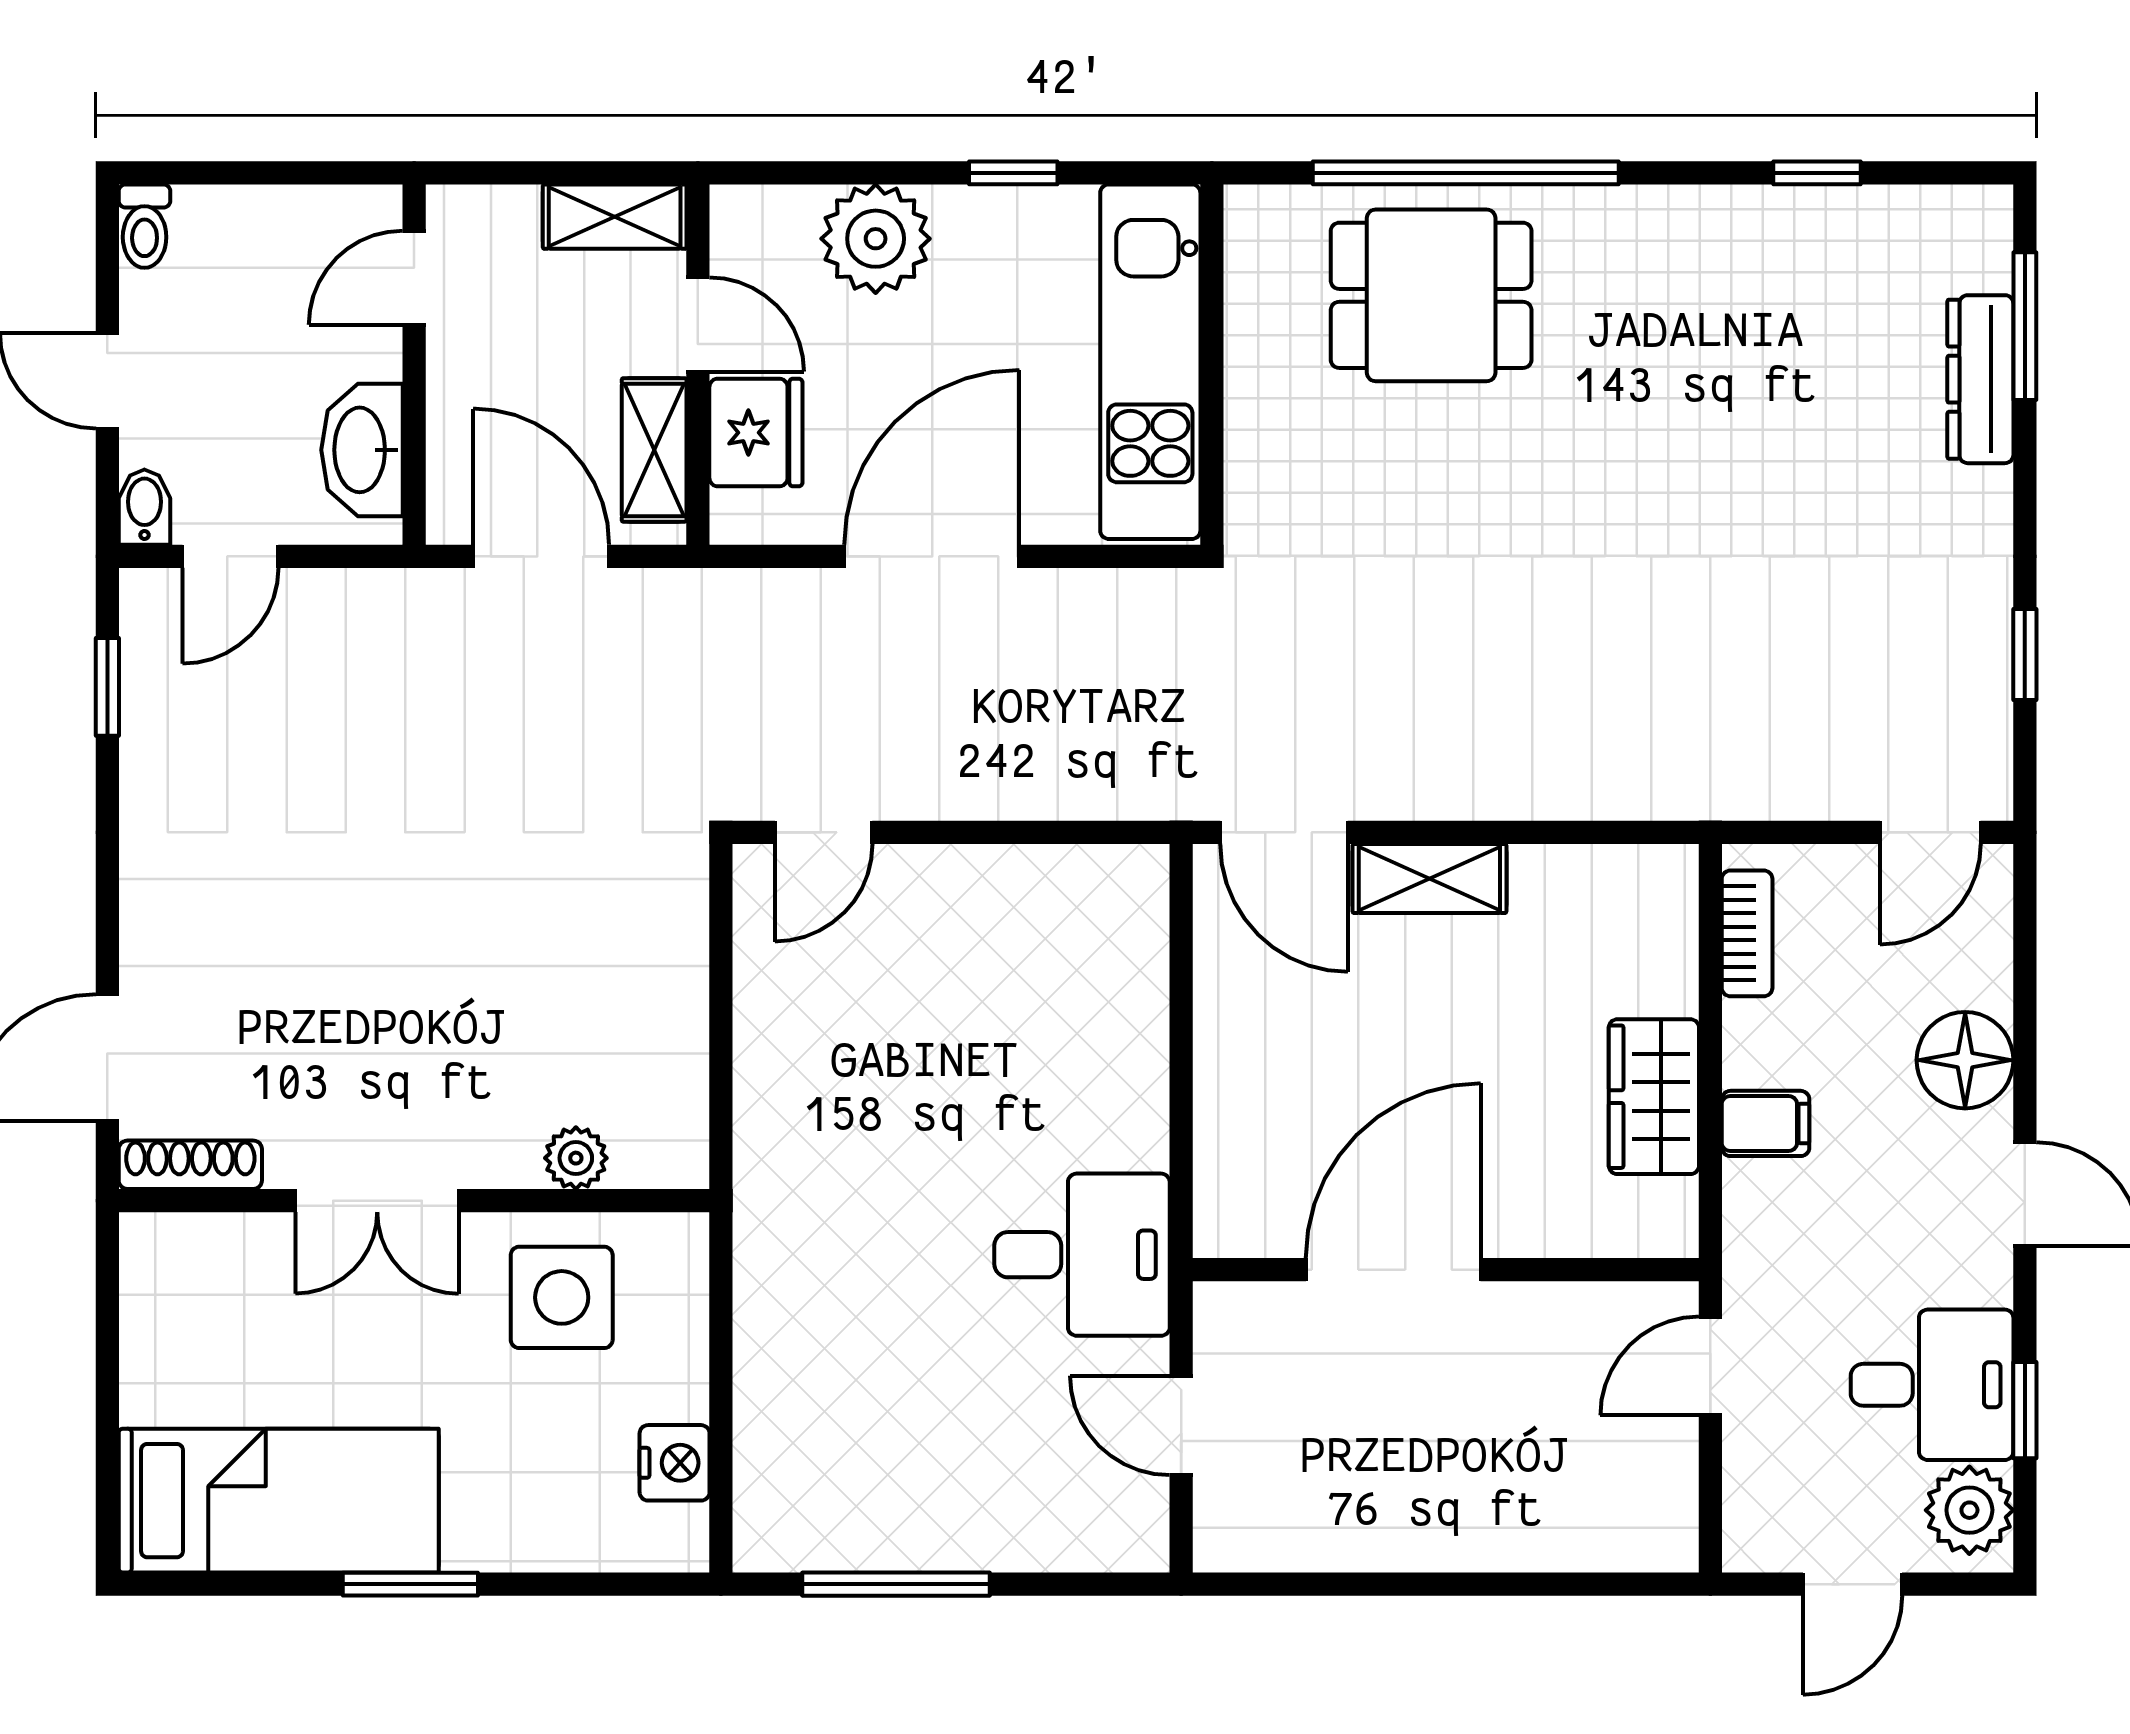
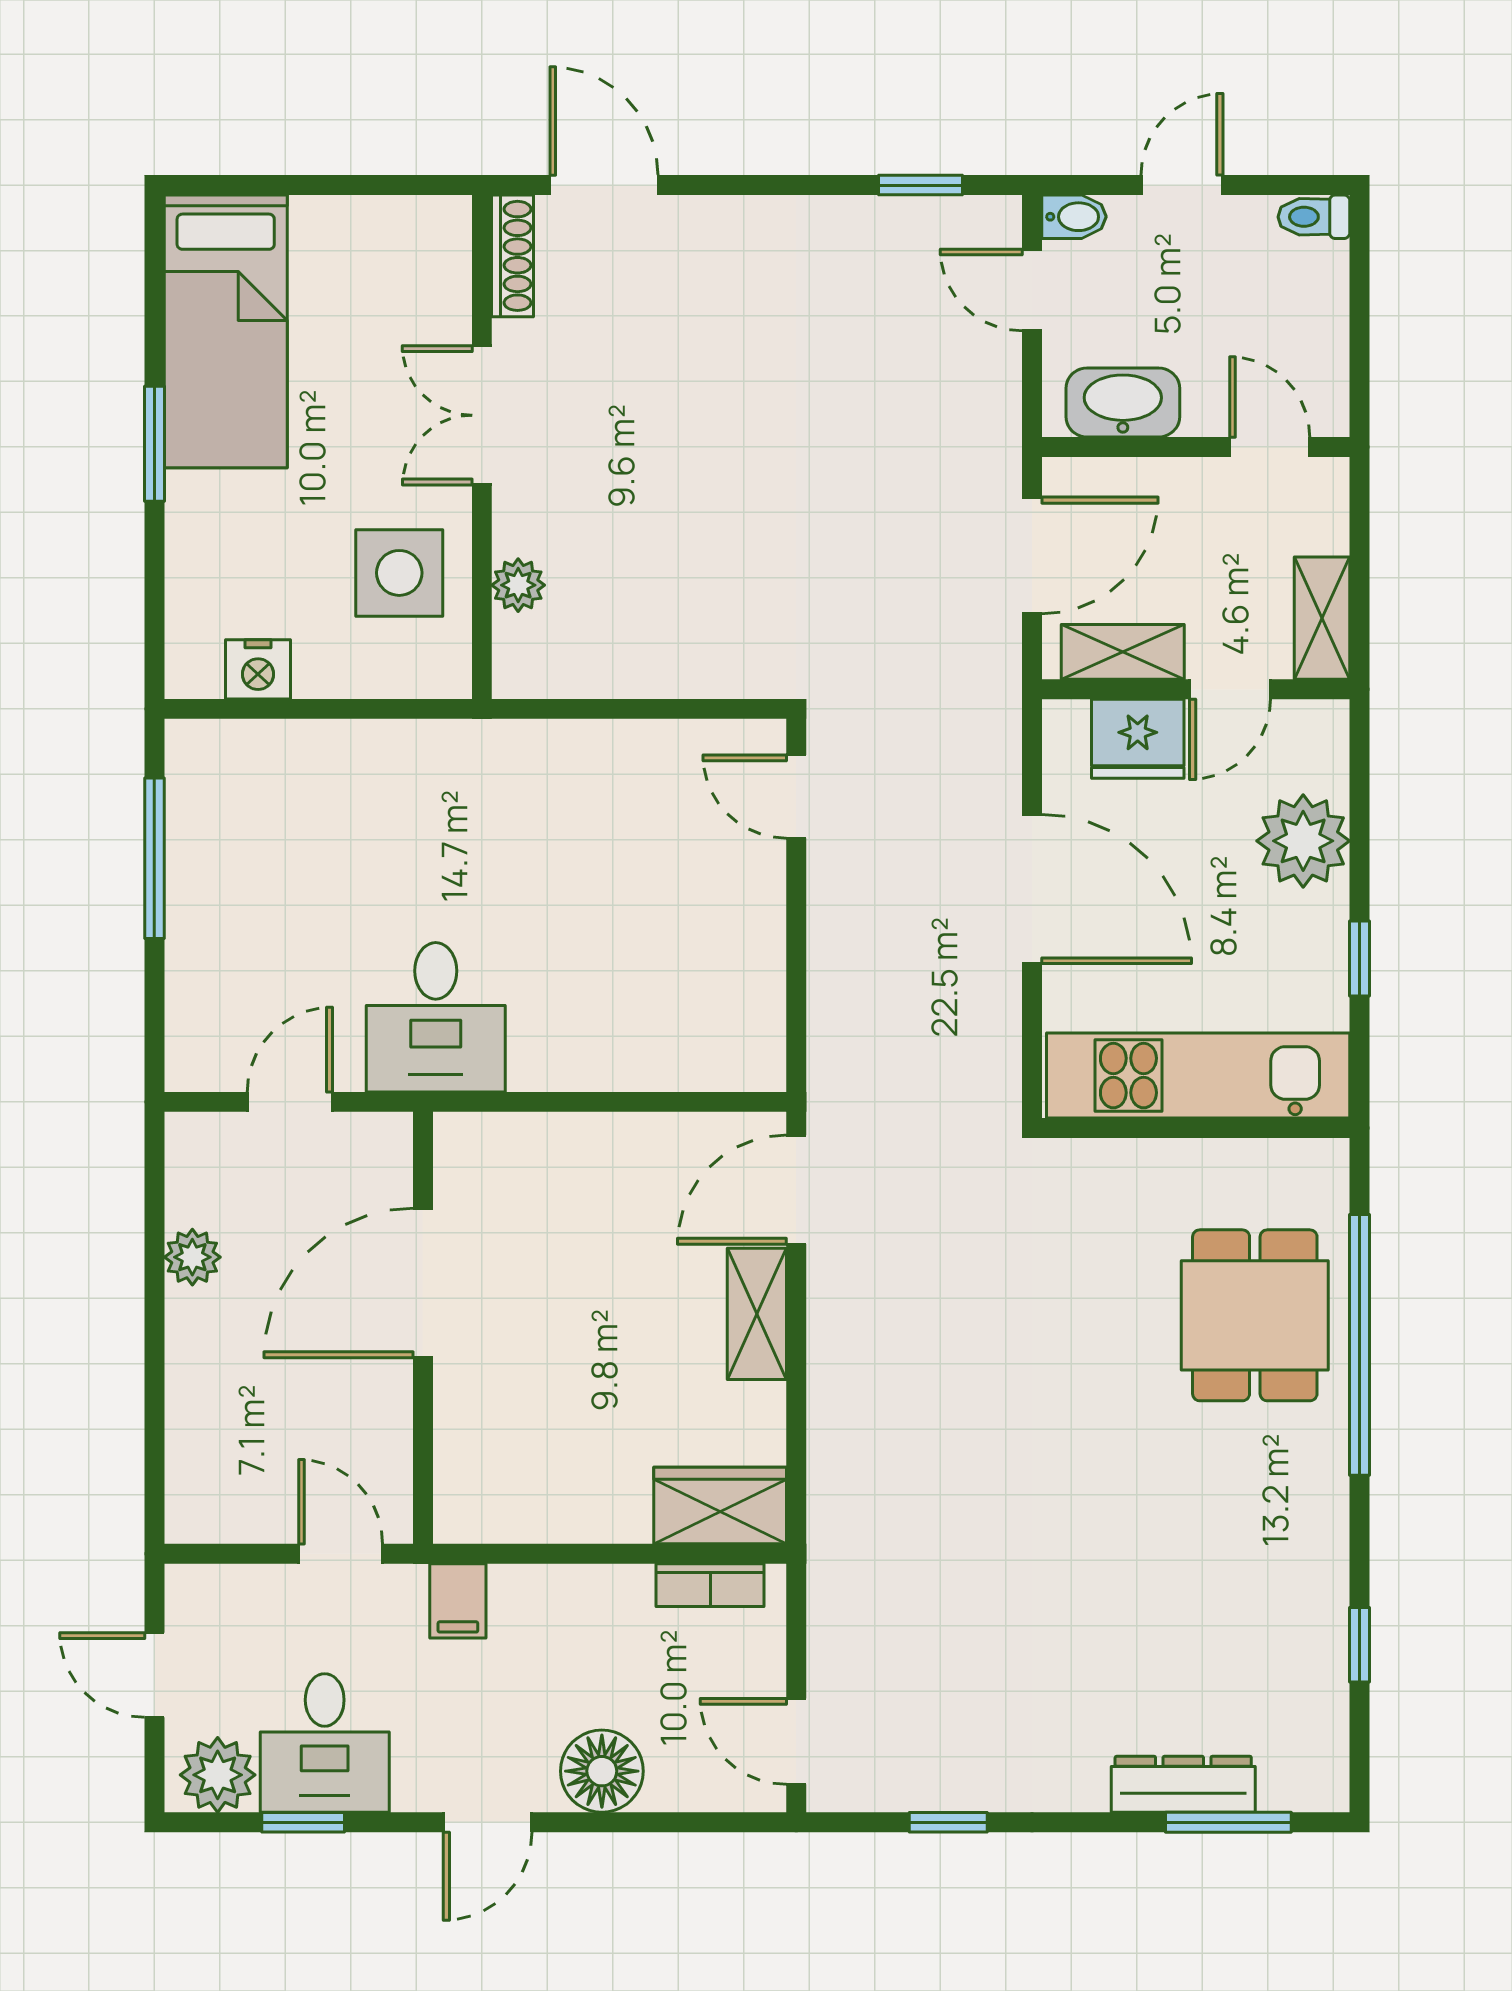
wardrobe: (1654, 1097) -> (720, 1505), moved
filing cabinet: (1766, 1123) -> (458, 1601), moved
door: (1393, 1270) -> (423, 1283), swing flipped
plant: (1363, 1540) -> (192, 1257), added

